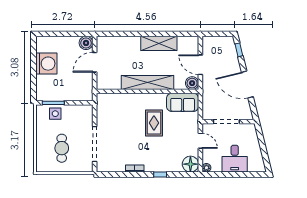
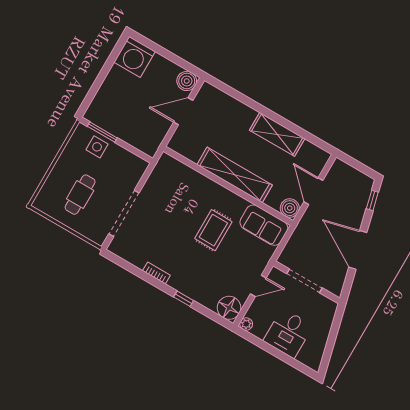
washing machine: (46, 64) -> (135, 57), moved, turned 90
door: (200, 141) -> (258, 286), hinge flipped

